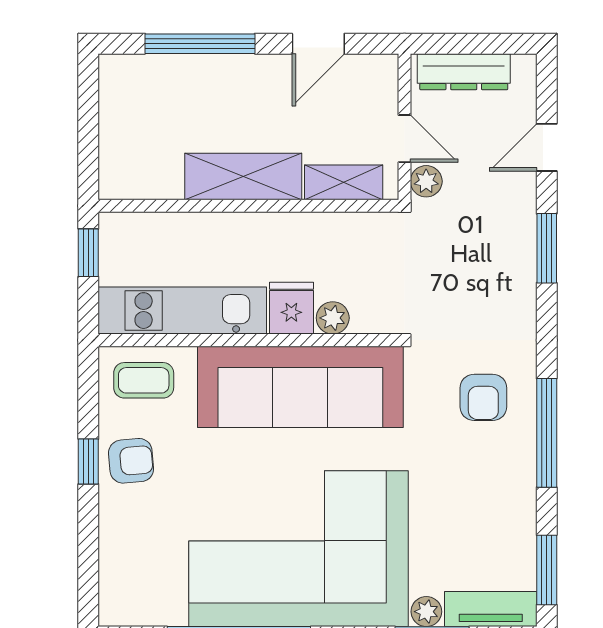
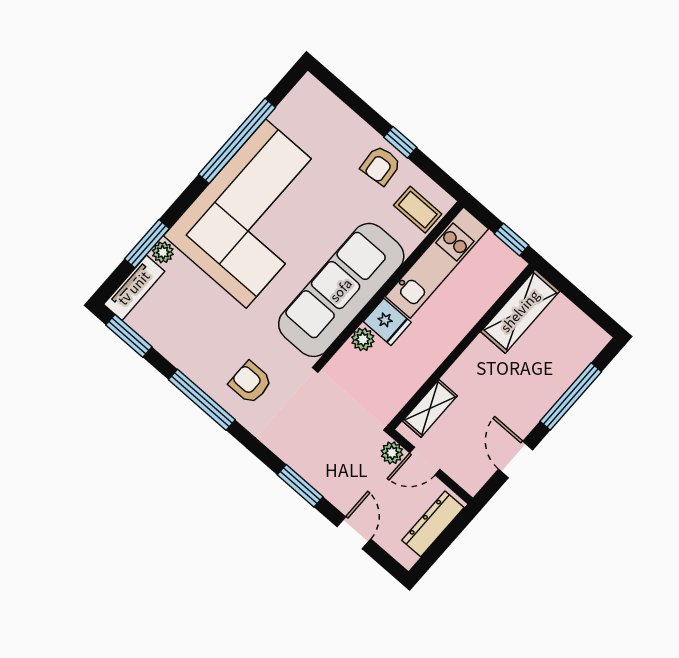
shelving: (243, 177) -> (520, 311), moved
coffee table: (144, 380) -> (418, 210), turned 90

